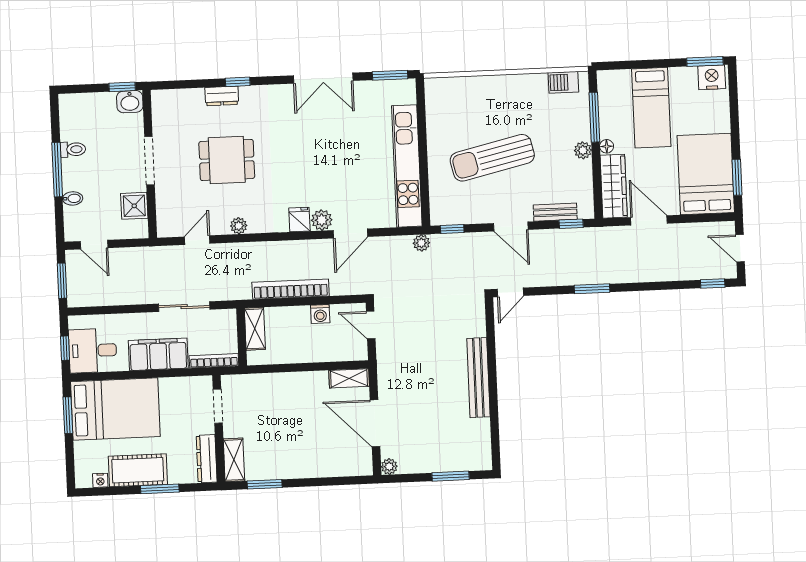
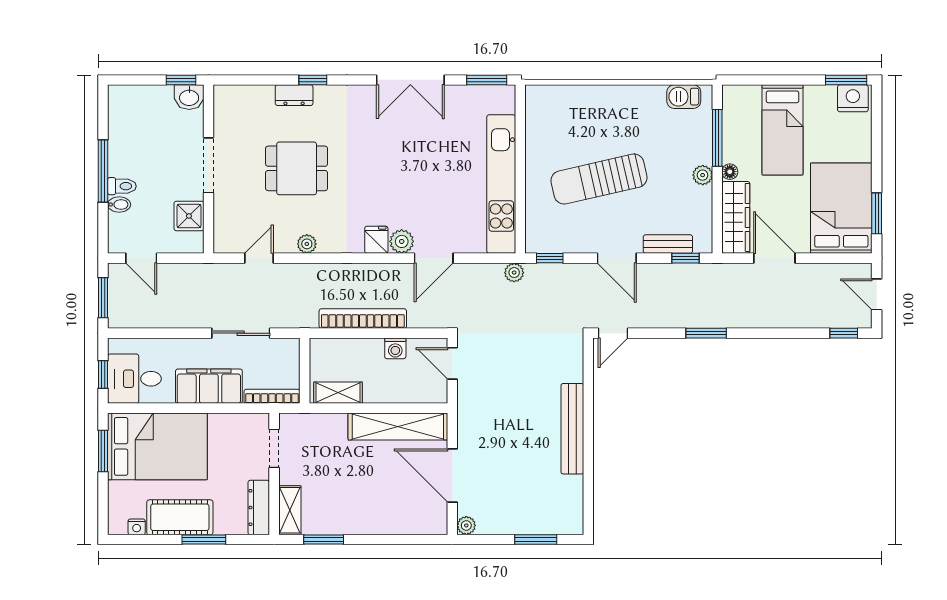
toilet: (73, 149) -> (122, 186), moved
shelving: (255, 329) -> (338, 393), moved, turned 90
shelving: (349, 378) -> (398, 426), width x2.20, depth x1.33

